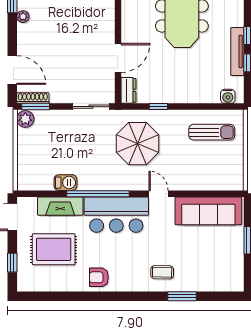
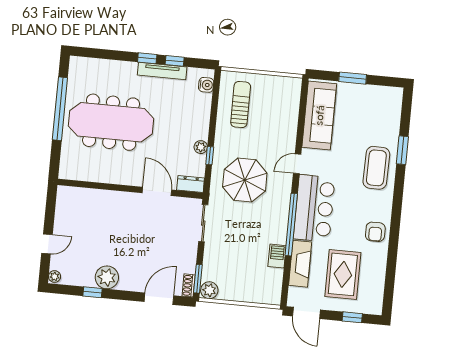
plant: (23, 17) -> (107, 277), width x1.88, depth x1.88
plant: (166, 97) -> (201, 147), added
shoe rack: (33, 98) -> (189, 285), width x0.70
coffee table: (162, 272) -> (376, 168), width x1.86, depth x1.72

